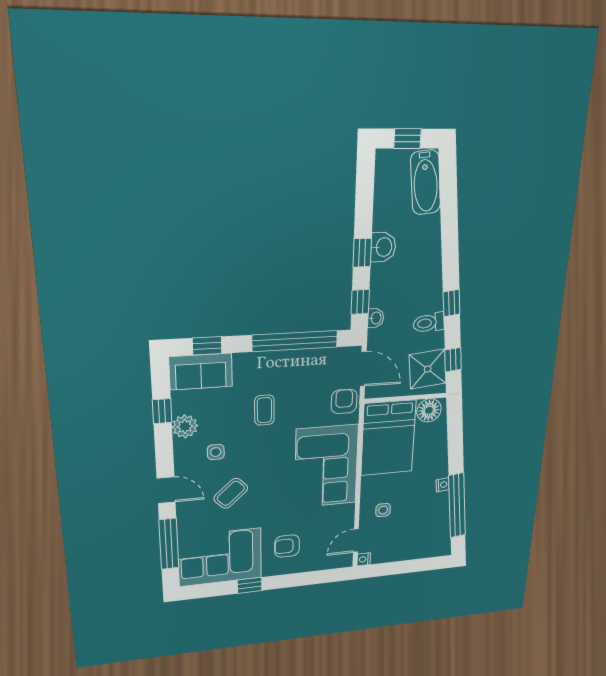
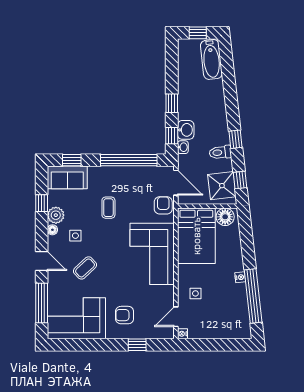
washbasin: (383, 247) -> (186, 130), moved
floor lamp: (181, 447) -> (52, 230), added
window: (250, 585) -> (137, 345), moved

